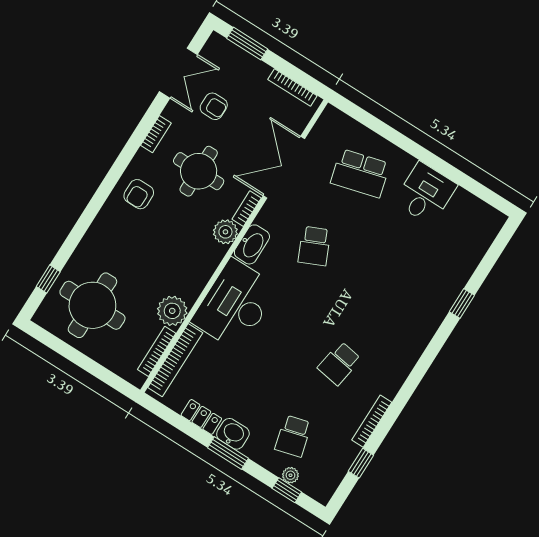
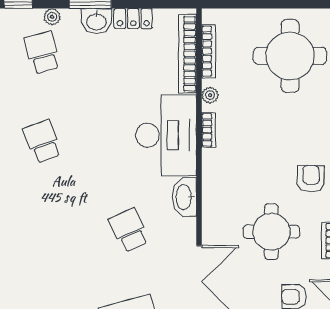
bookcase: (247, 209) -> (209, 130), moved
plant: (225, 232) -> (214, 193), removed
plant: (172, 311) -> (210, 95), width x0.53, depth x0.53
school desk: (339, 363) -> (42, 141), turned -30
plant: (290, 475) -> (52, 17), moved

